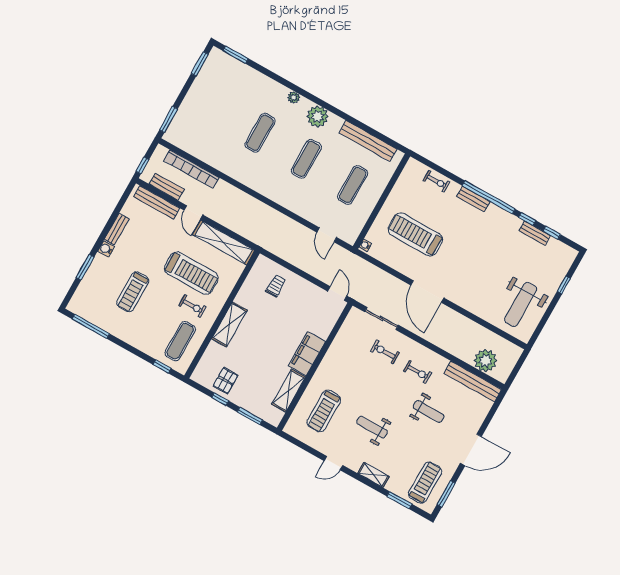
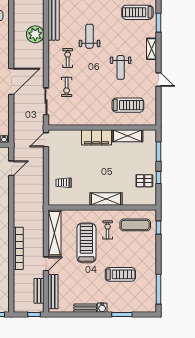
bookcase: (191, 169) -> (18, 248), moved
plant: (486, 361) -> (35, 34), moved

